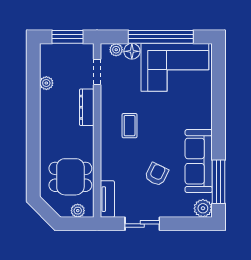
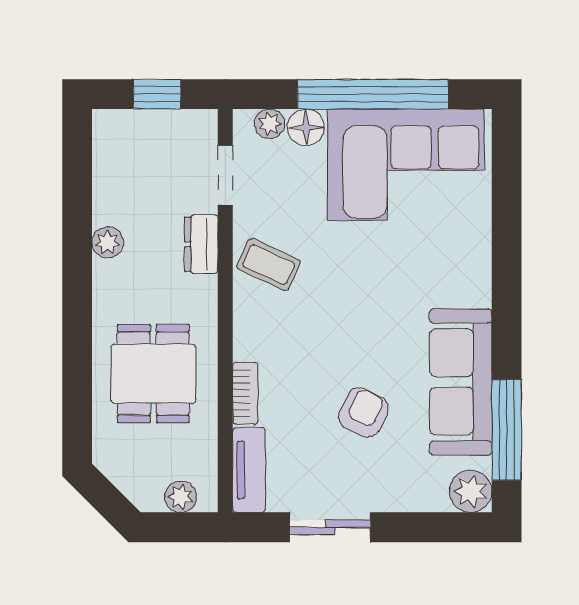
window: (68, 37) -> (157, 94), width x0.67
plant: (46, 83) -> (108, 242), moved
dresser: (87, 107) -> (201, 244), width x0.70
coffee table: (130, 126) -> (269, 264), moved, turned -65
bookcase: (106, 166) -> (245, 393), added
dining table: (70, 177) -> (153, 374), moved, turned 90

